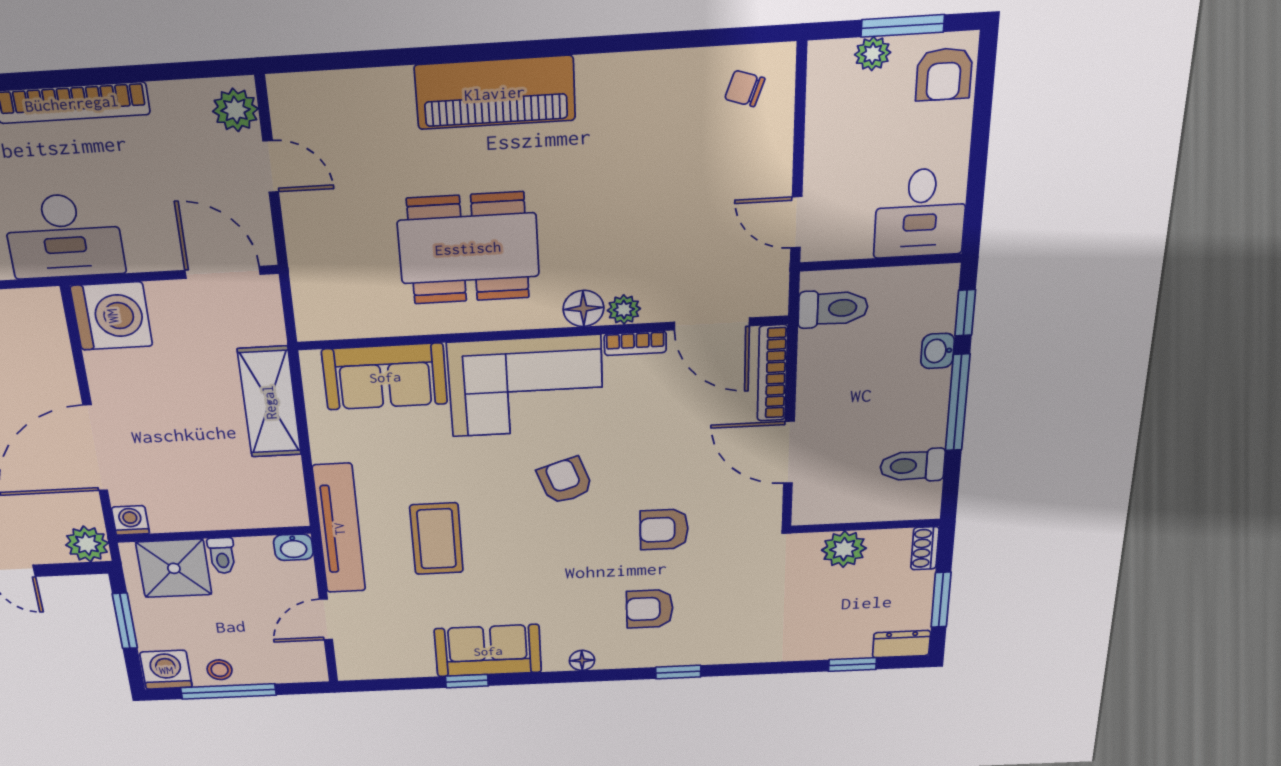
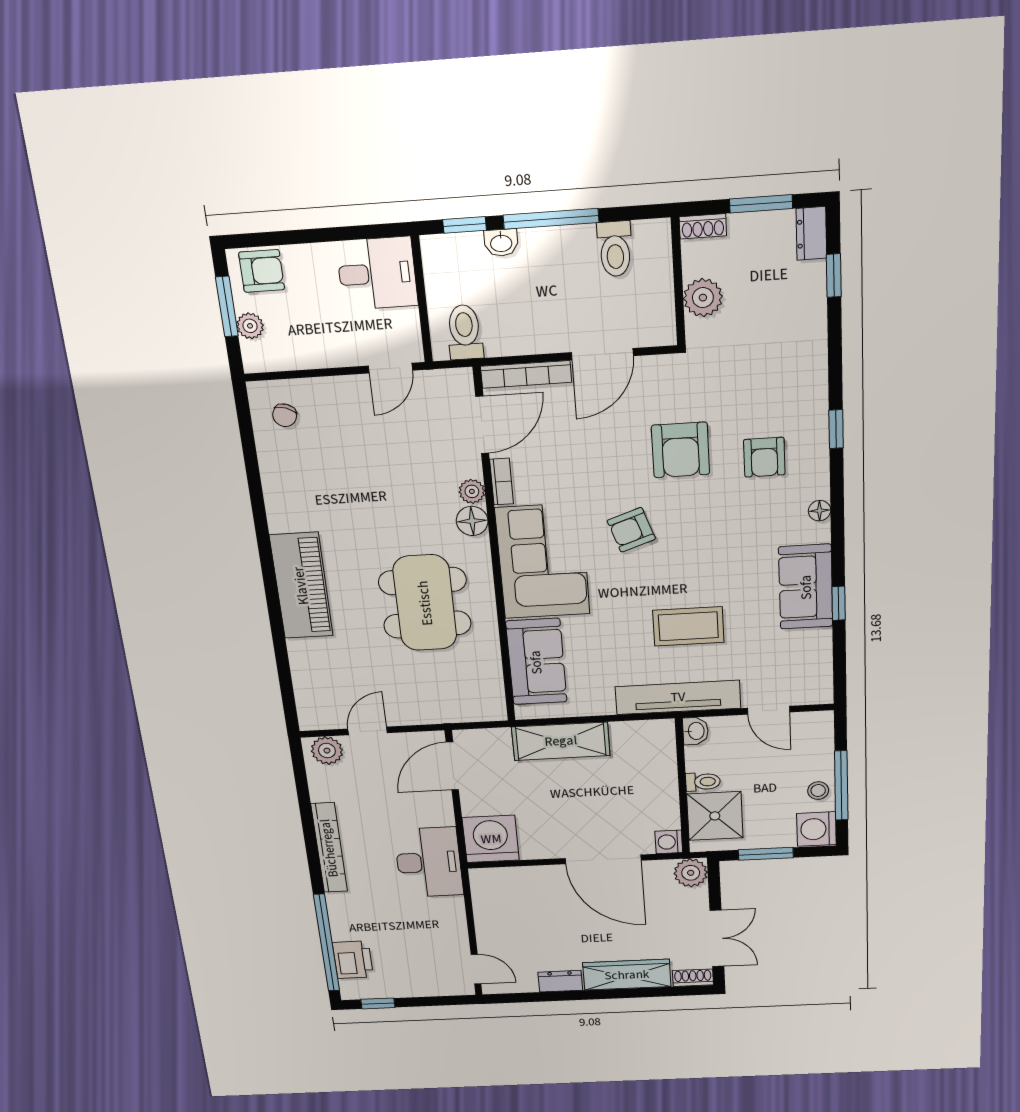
armchair: (664, 529) -> (680, 450), width x1.38, depth x1.38

